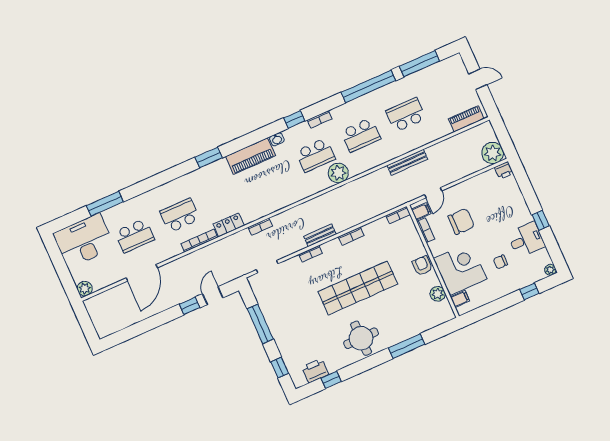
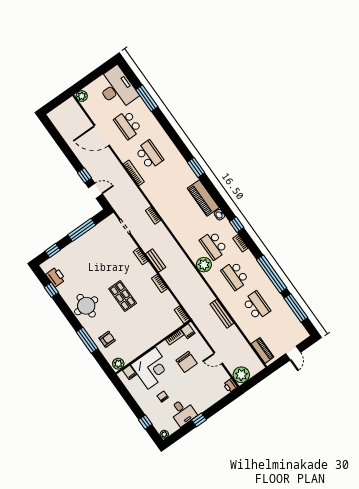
door: (433, 193) -> (218, 358), moved
locker: (229, 225) -> (150, 192), removed
armchair: (422, 266) -> (107, 339), moved
shop shelf: (358, 288) -> (123, 296), width x0.50, depth x0.74
plant: (438, 294) -> (118, 364), moved

